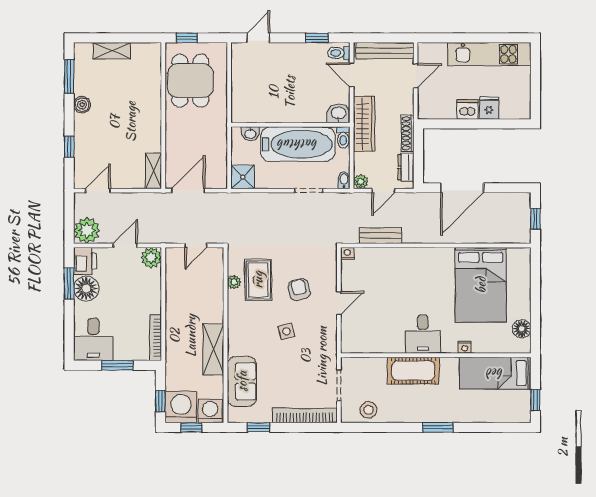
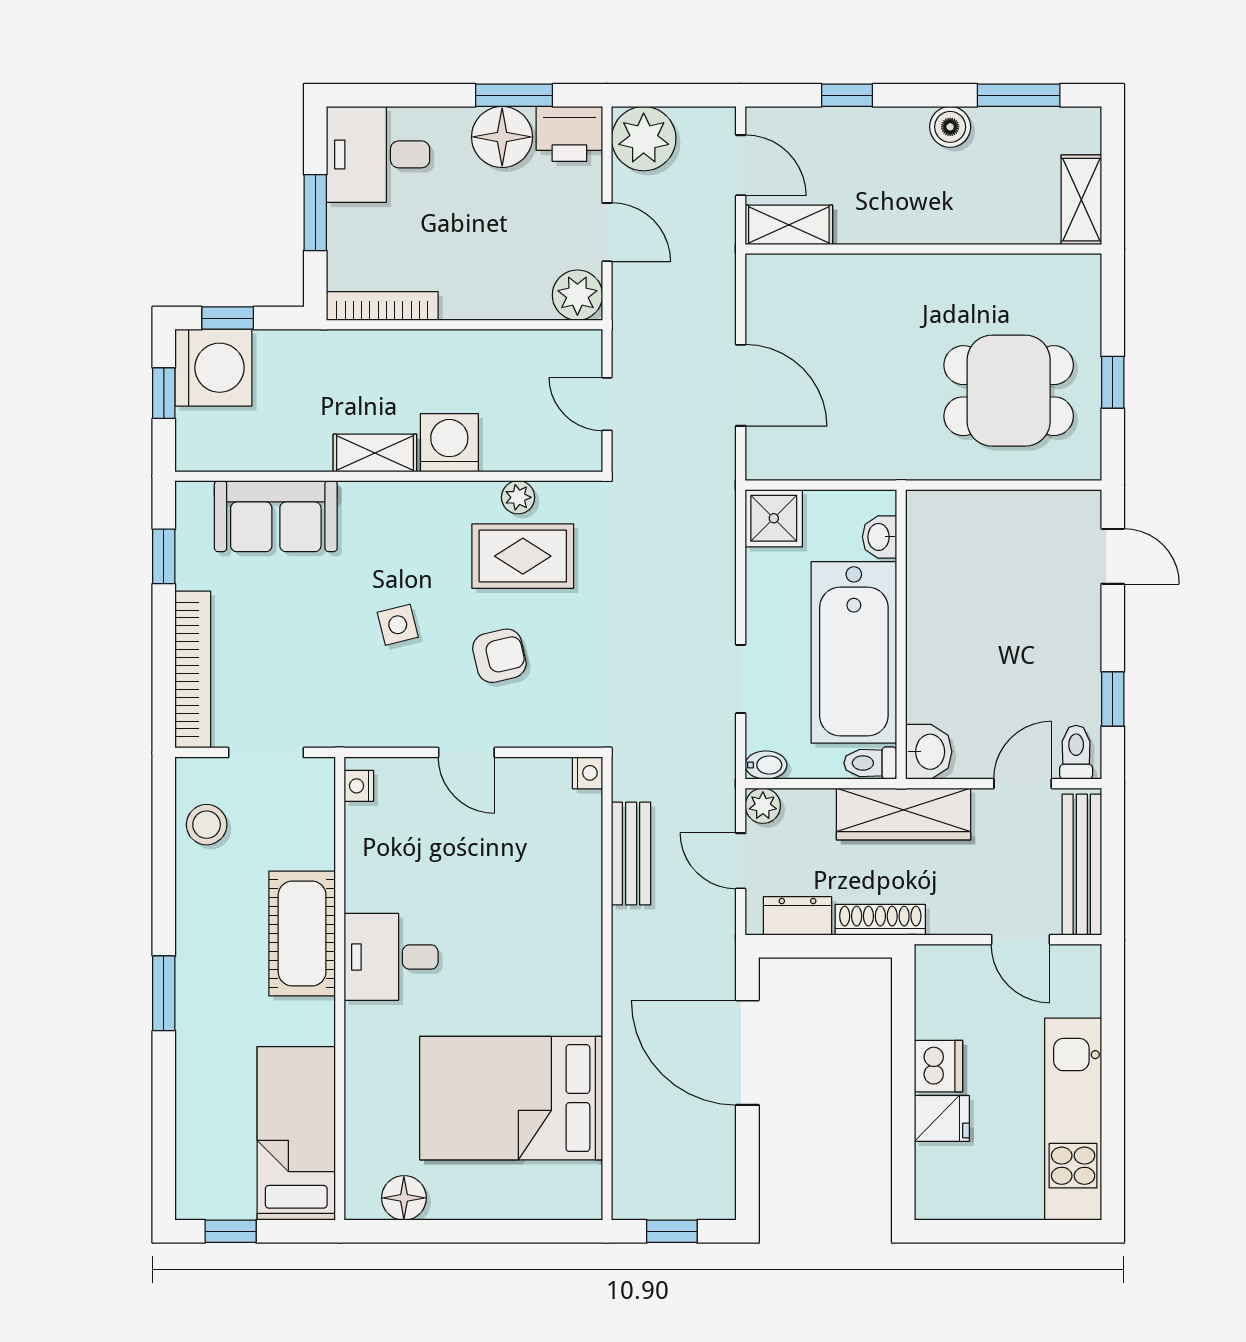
wall: (163, 116) -> (923, 249), moved
shelving: (153, 171) -> (789, 225), moved
nightstand: (465, 347) -> (359, 786), moved
shelving: (213, 349) -> (375, 453), width x0.67, depth x0.75
washing machine: (210, 411) -> (449, 443), moved, turned -90

